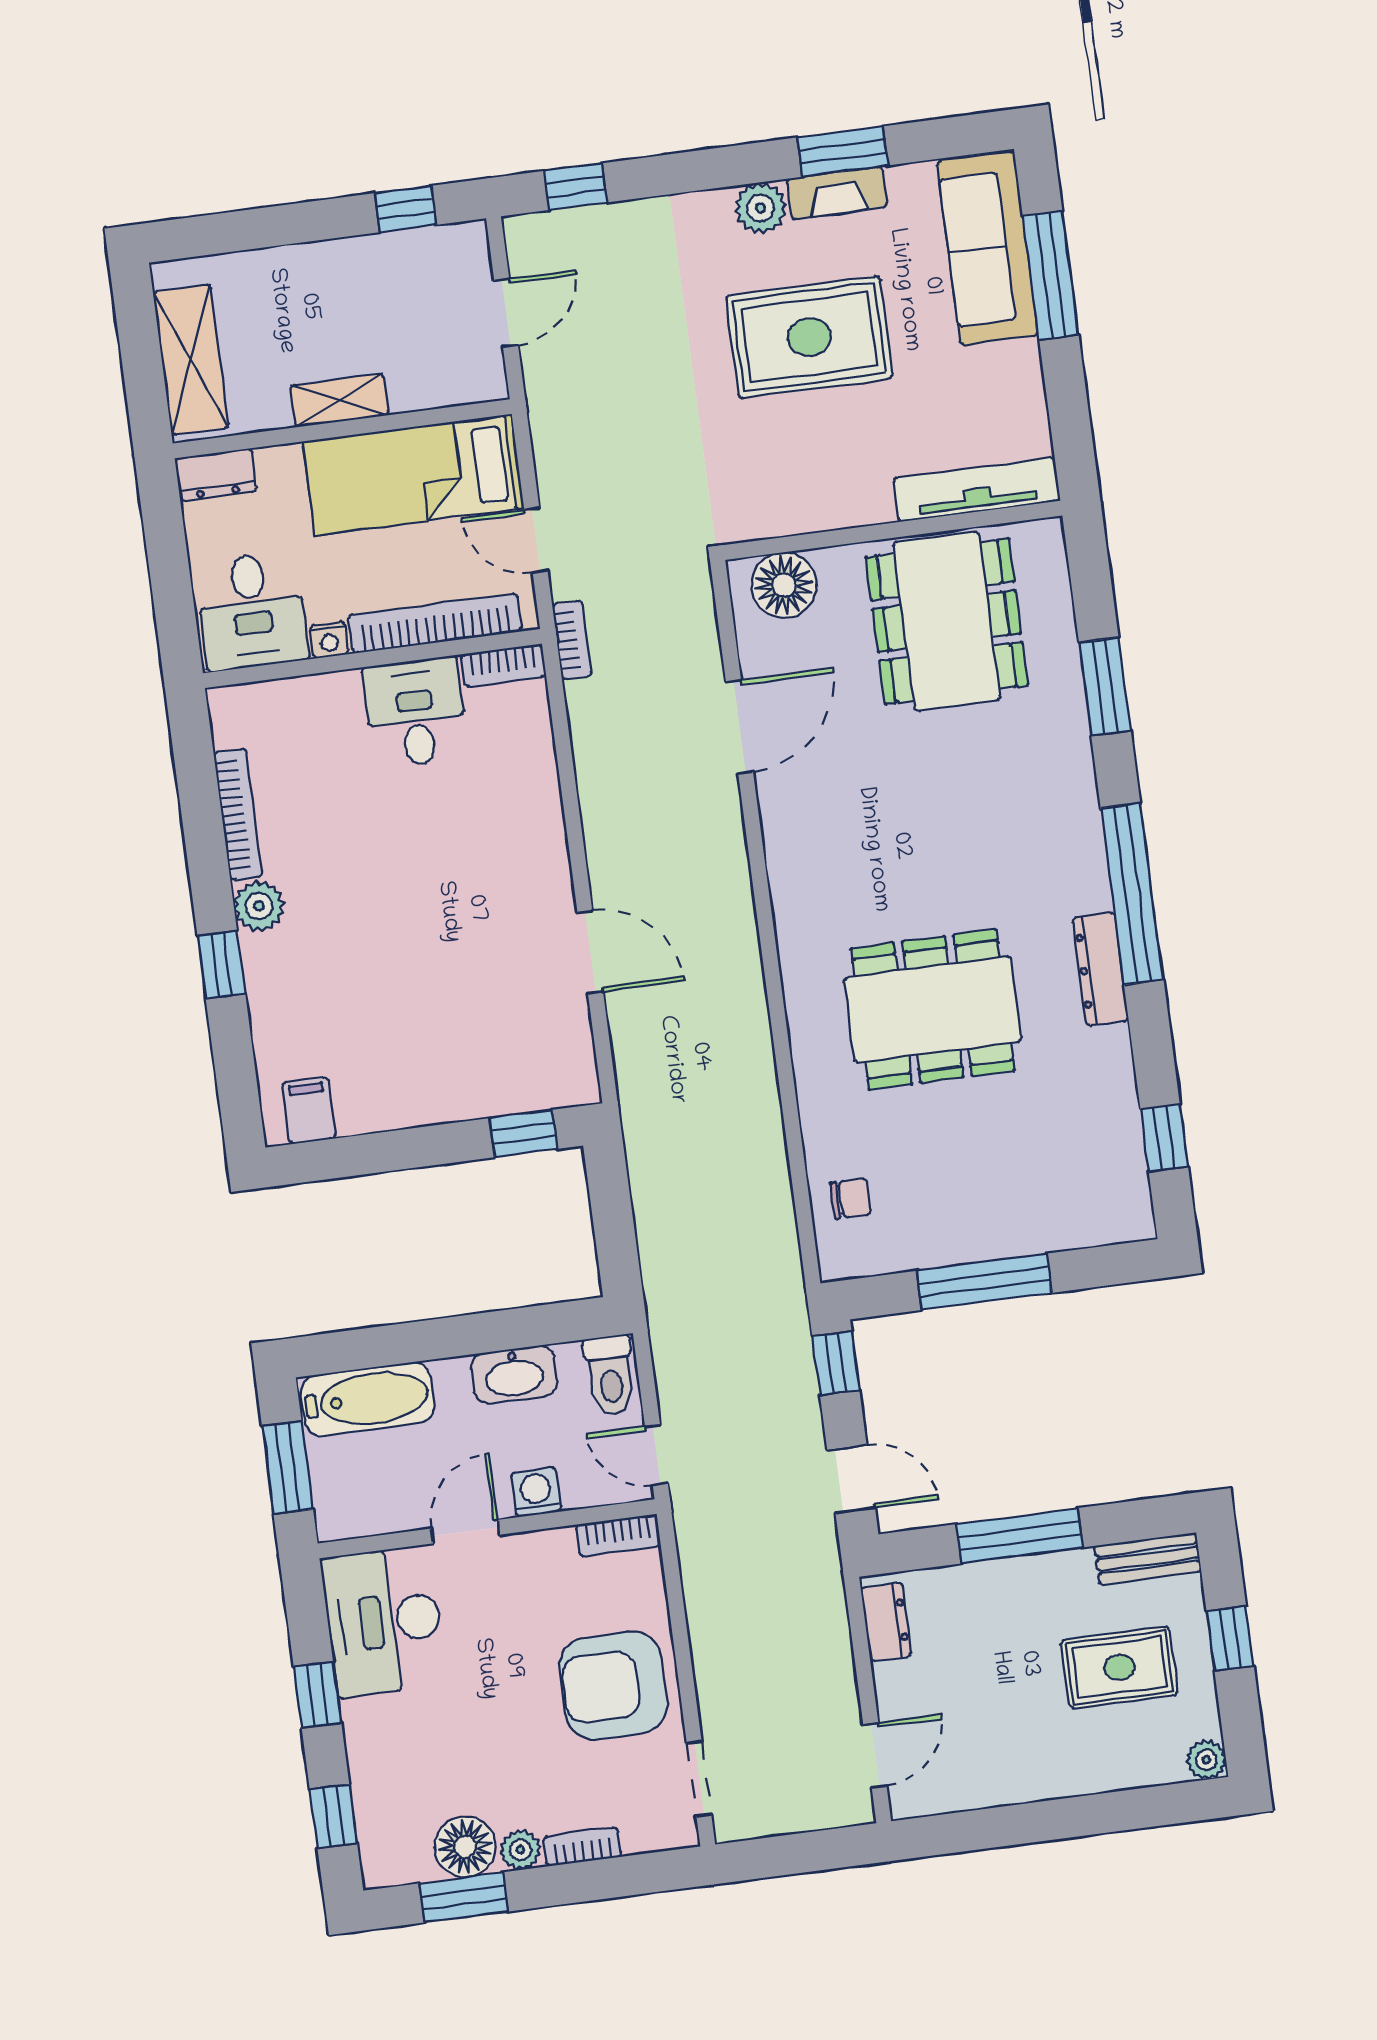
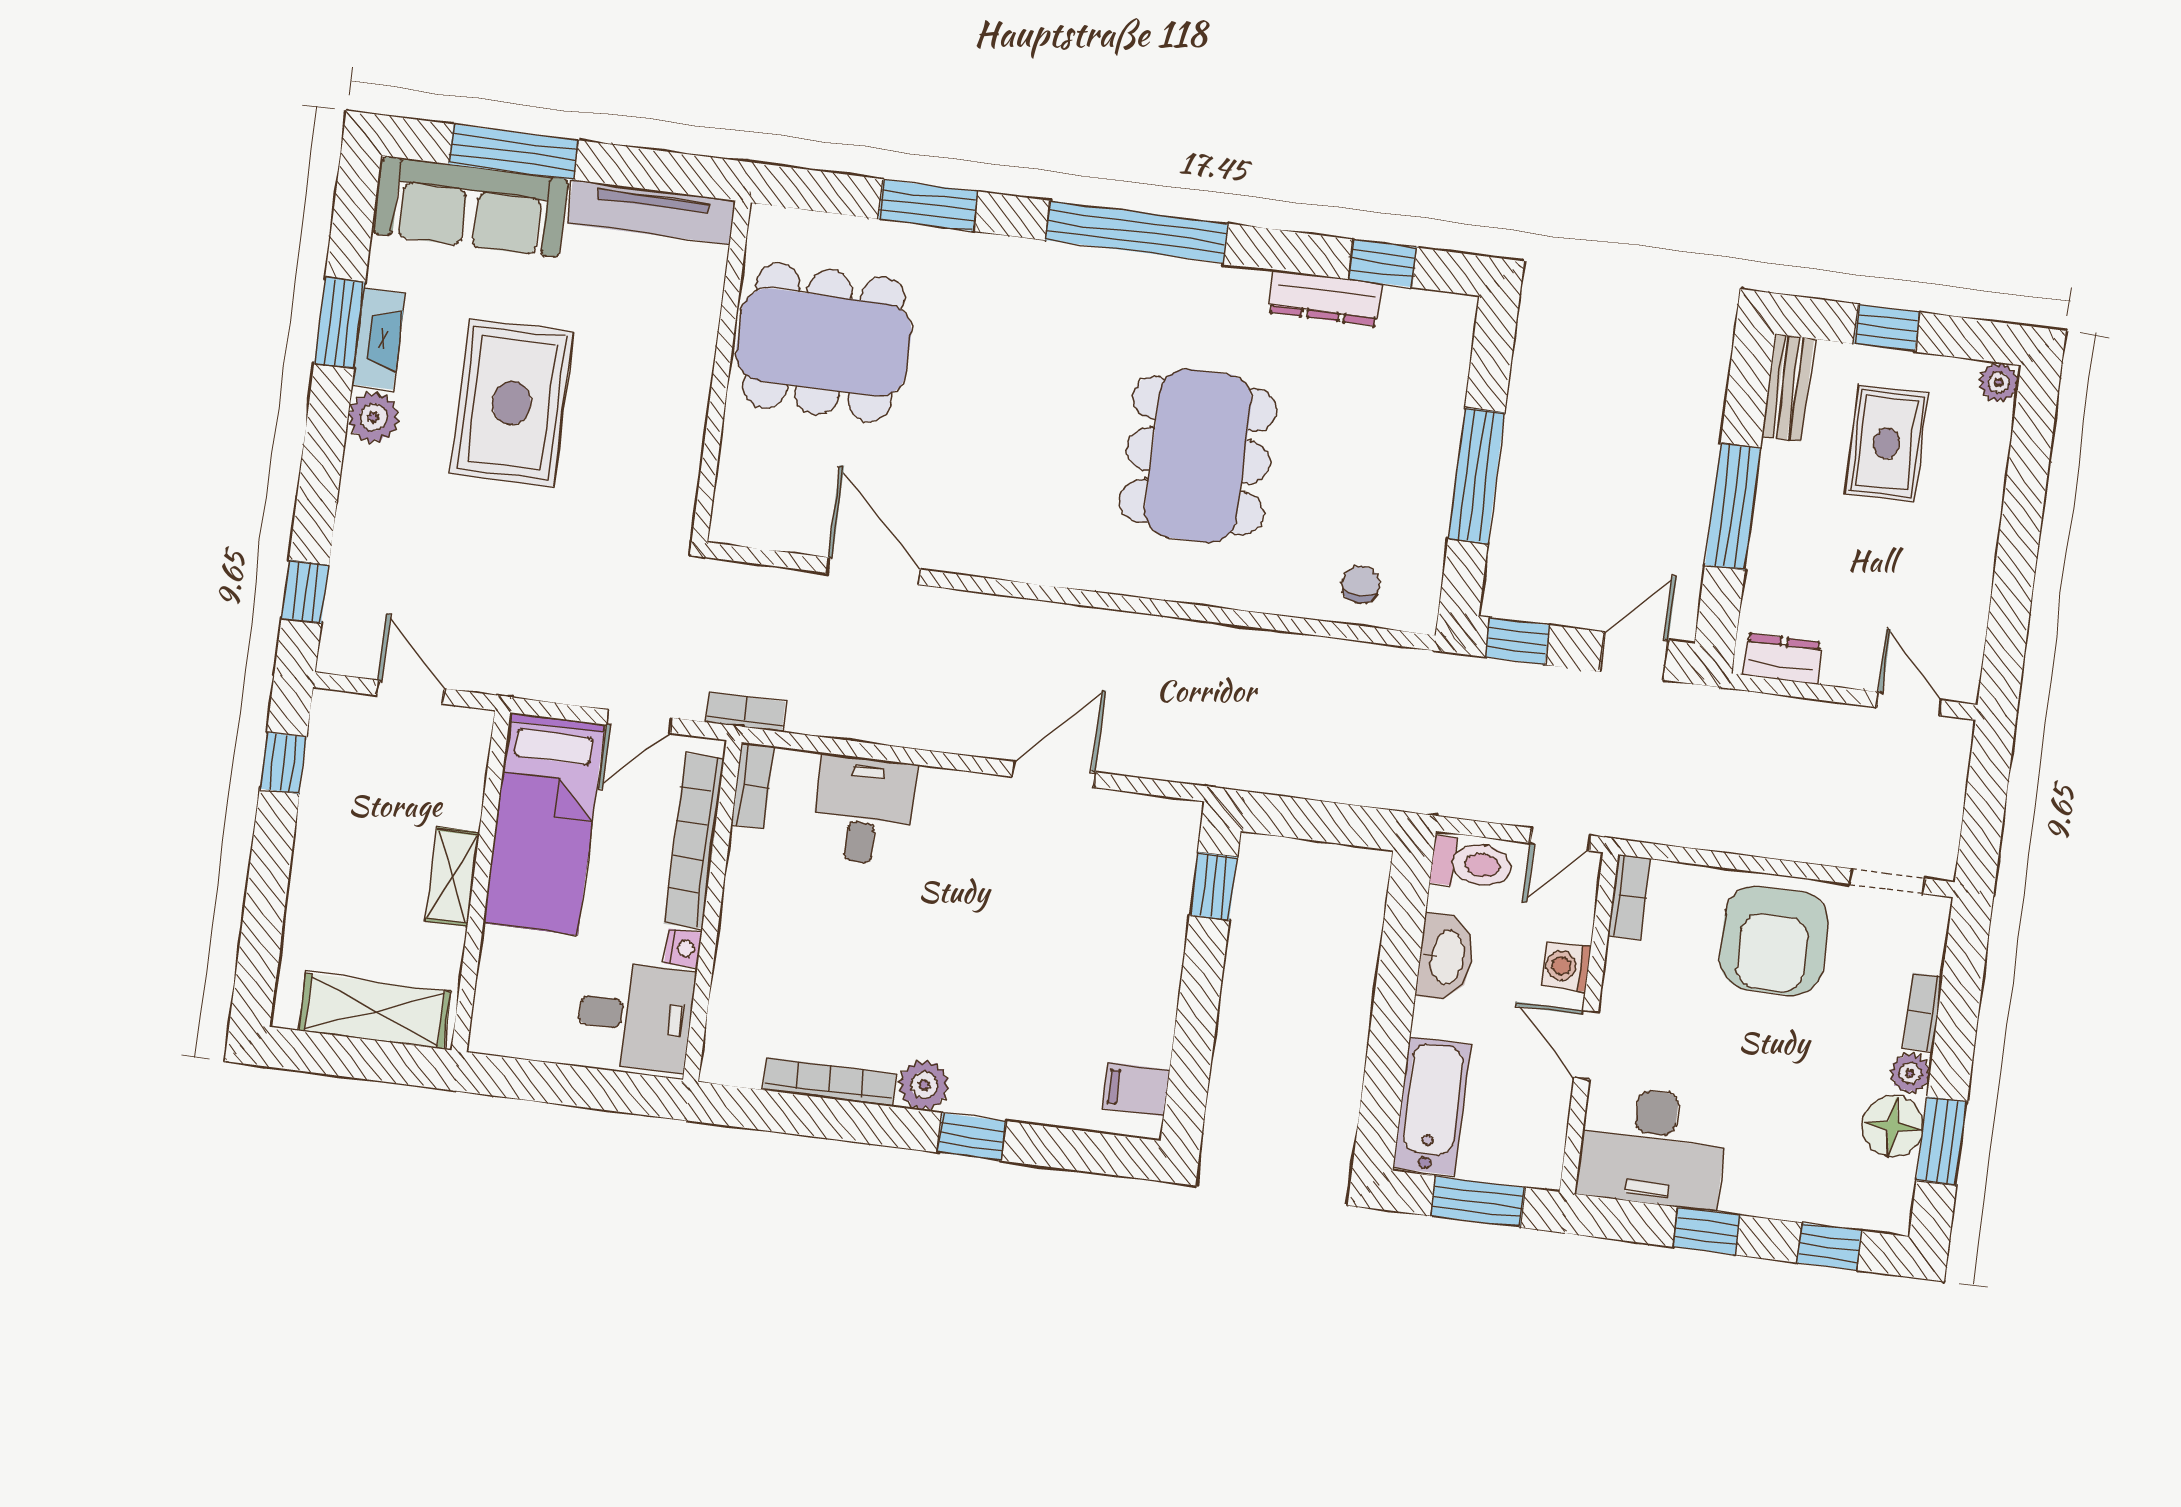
dresser: (216, 475) -> (493, 1016), removed
tv unit: (977, 490) -> (651, 212), moved, turned -90
floor lamp: (784, 585) -> (747, 492), removed
desk: (415, 713) -> (863, 810), moved, turned 90
dresser: (1101, 969) -> (1325, 298), moved

